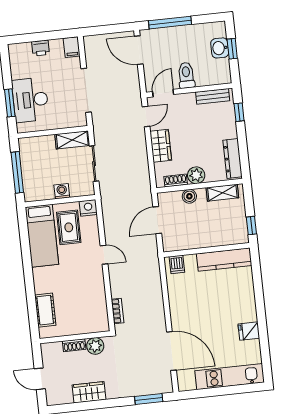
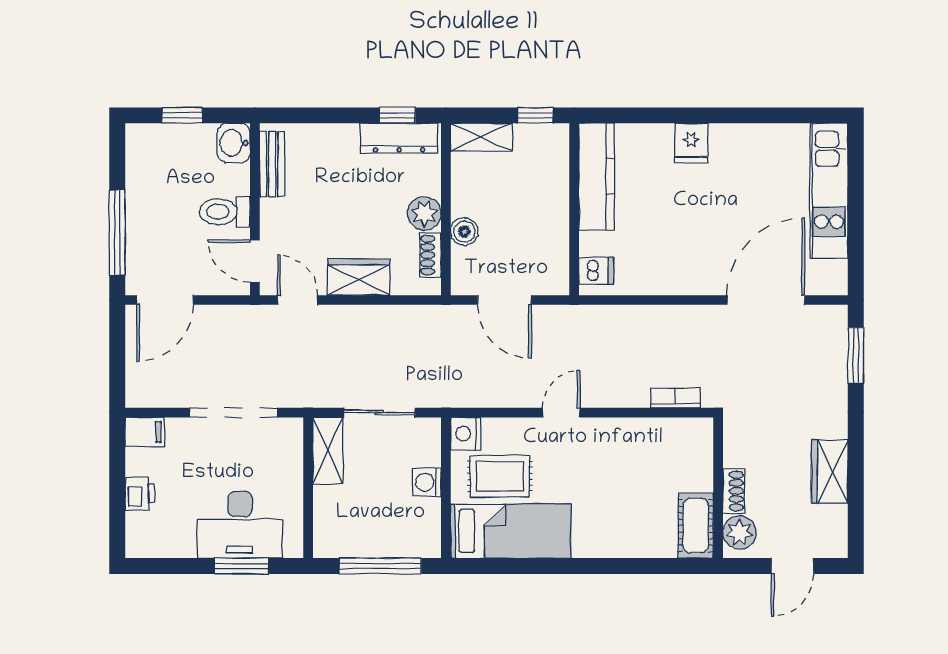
washbasin: (220, 48) -> (234, 143), moved, turned 90
window: (239, 112) -> (397, 115), moved
shelving: (222, 193) -> (481, 137), moved, turned 90
cot: (45, 310) -> (696, 526), moved, turned 90
fridge: (249, 331) -> (691, 143), moved
plant: (95, 346) -> (740, 533), moved

